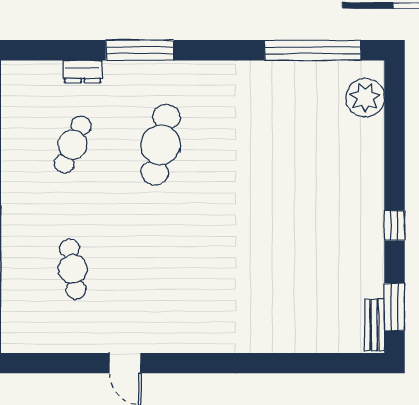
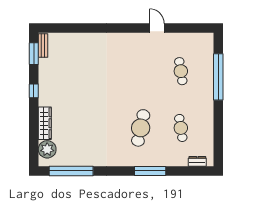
dresser: (83, 71) -> (197, 161), moved
cafe table: (73, 145) -> (181, 128), turned -33
wardrobe: (371, 155) -> (45, 123), added

